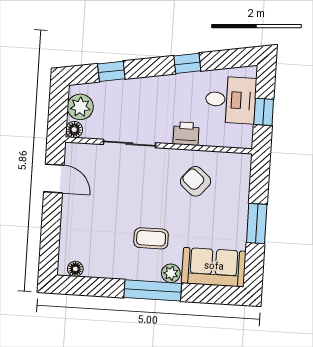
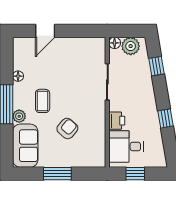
desk: (231, 100) -> (126, 147), moved, turned 90
door: (54, 178) -> (45, 31), moved
armchair: (195, 181) -> (67, 128), moved
floor lamp: (75, 269) -> (18, 76), moved

